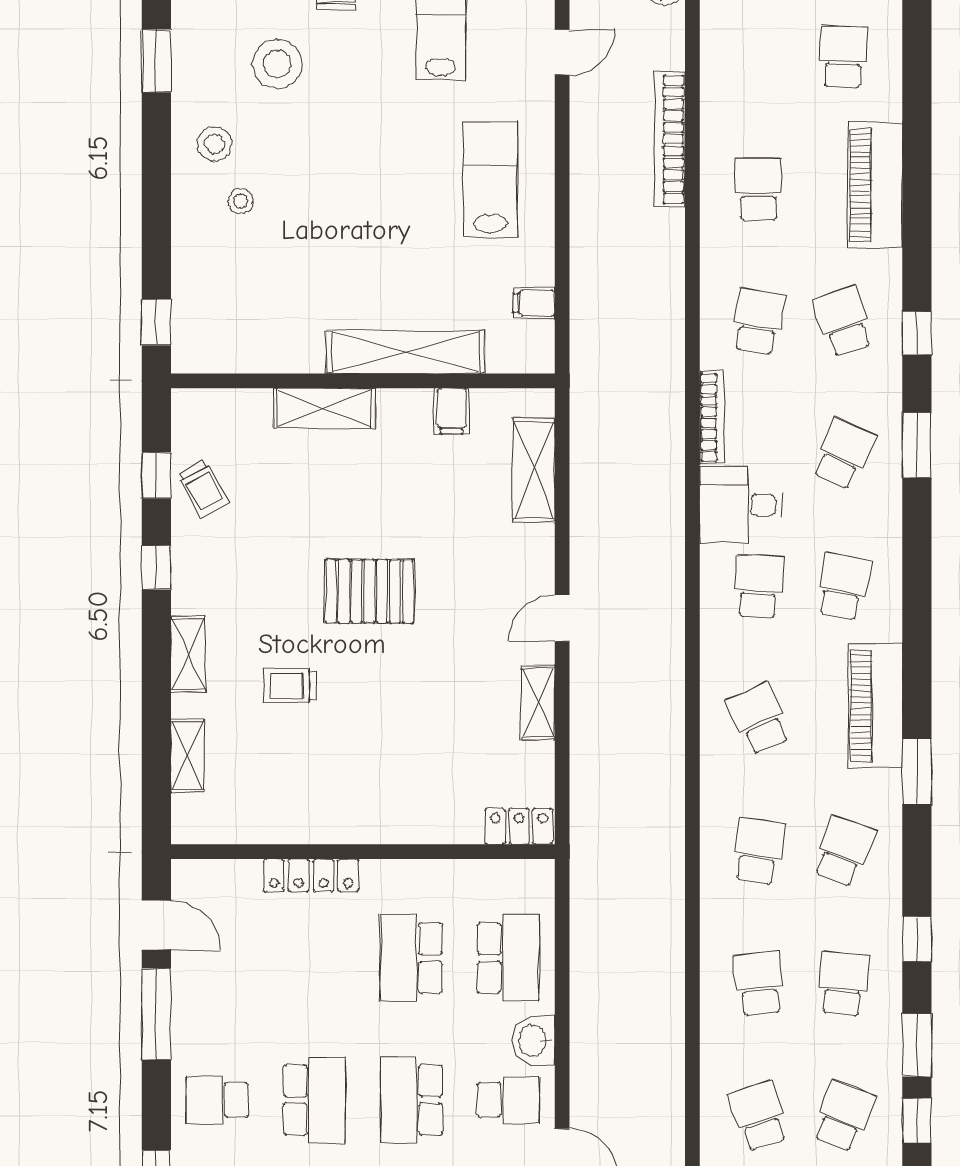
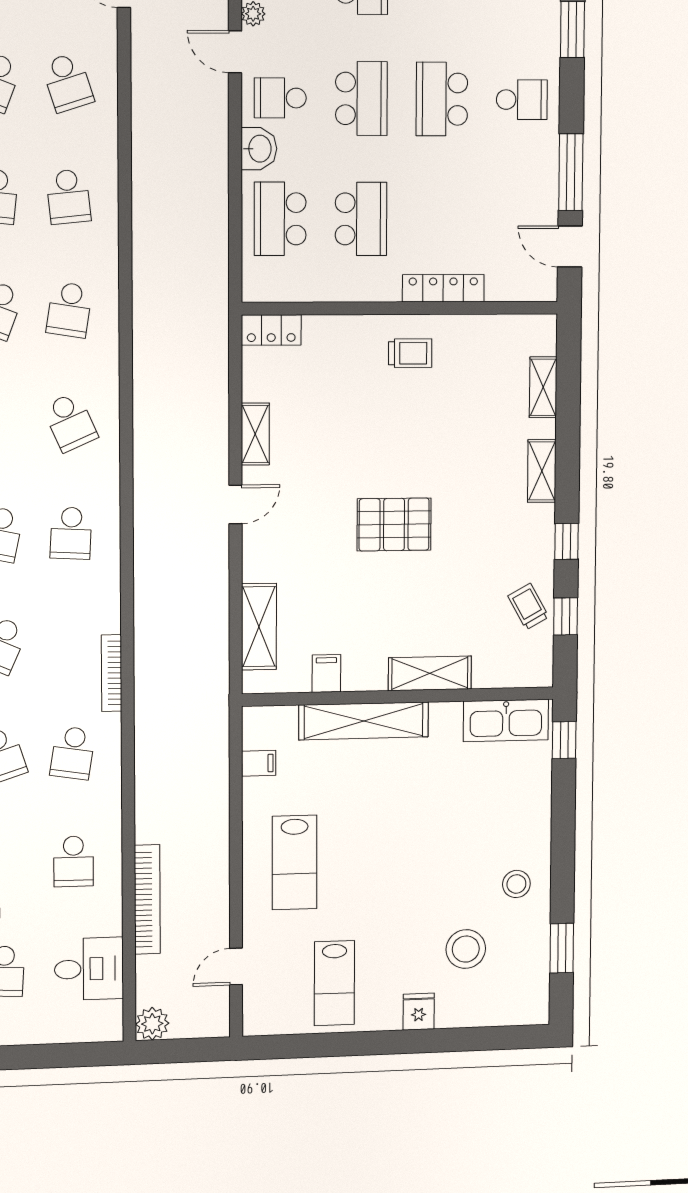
stool: (241, 201) -> (496, 839), removed
kitchen sink: (229, 348) -> (506, 720), added
desk: (741, 505) -> (89, 969), moved
trolley: (290, 685) -> (410, 353), moved

